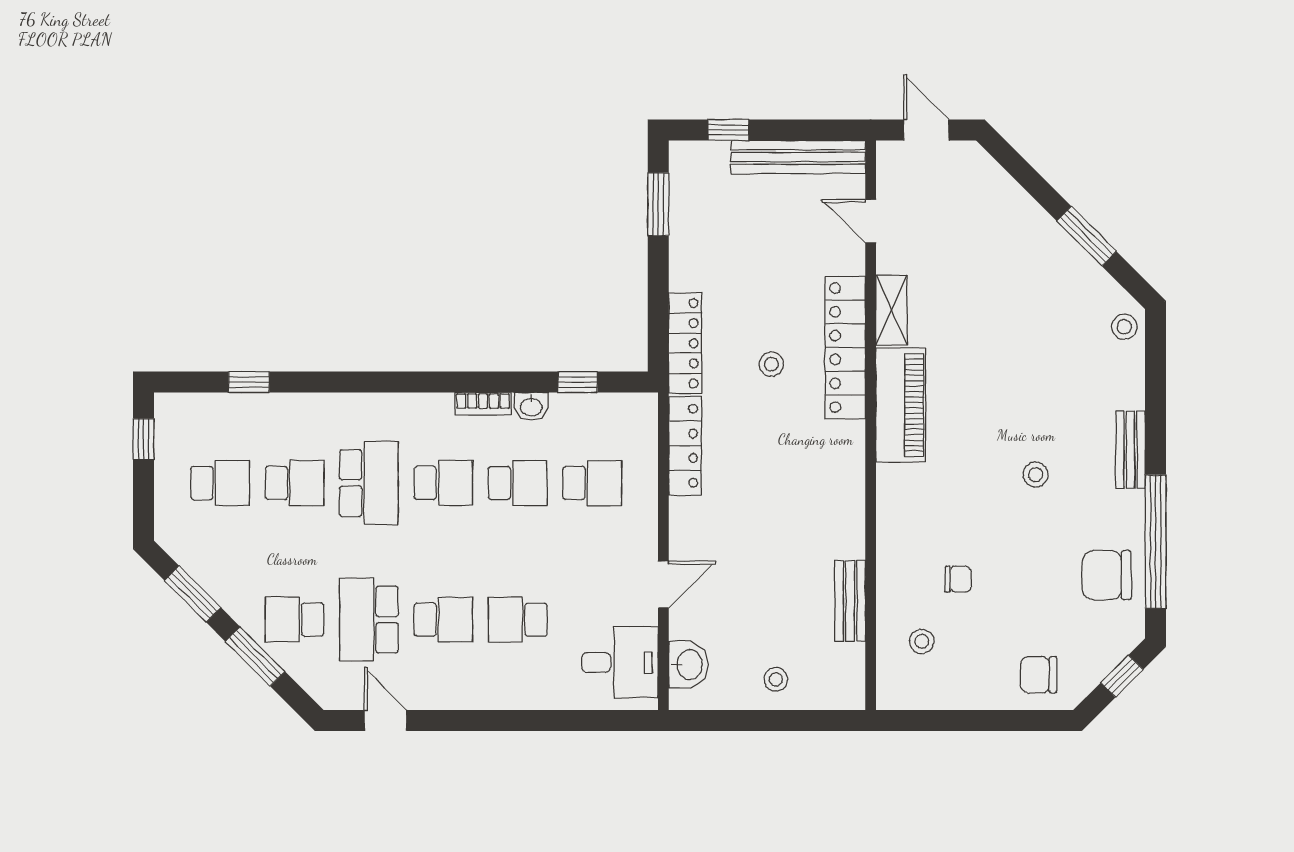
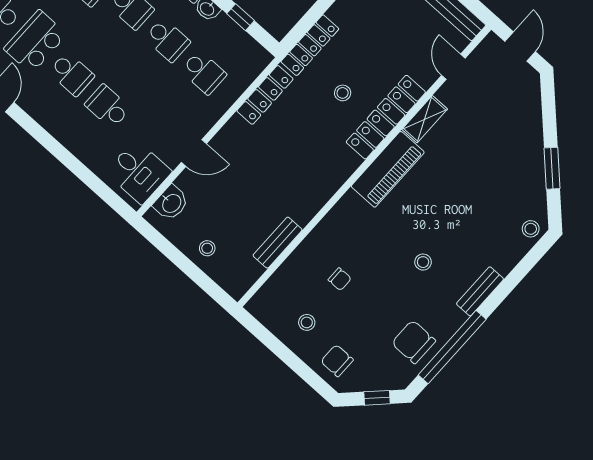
stool: (922, 641) -> (307, 322), moved

